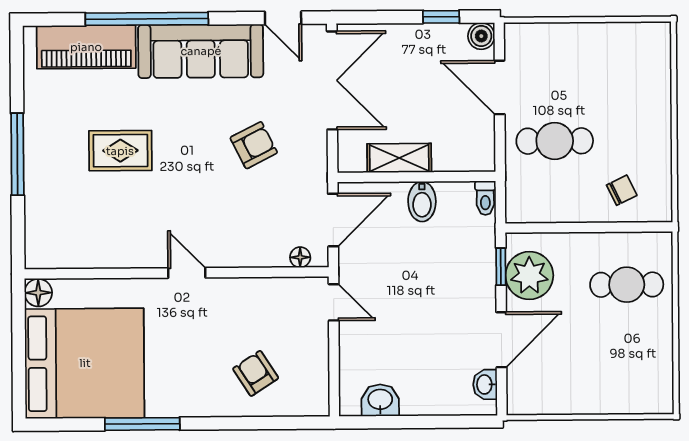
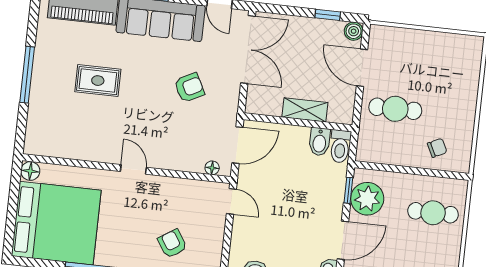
shelving: (399, 158) -> (305, 110), moved
toilet: (485, 198) -> (340, 146), width x1.37, depth x1.39
bidet: (422, 202) -> (320, 142), moved

